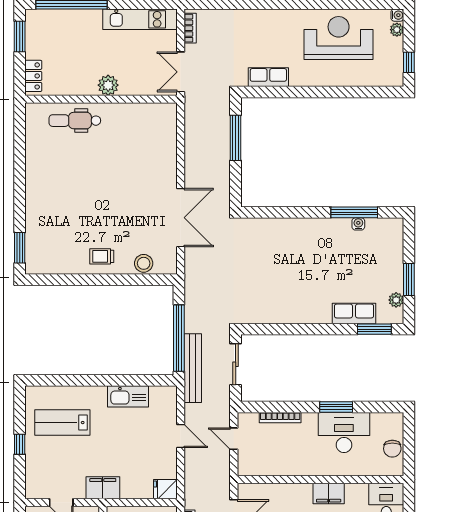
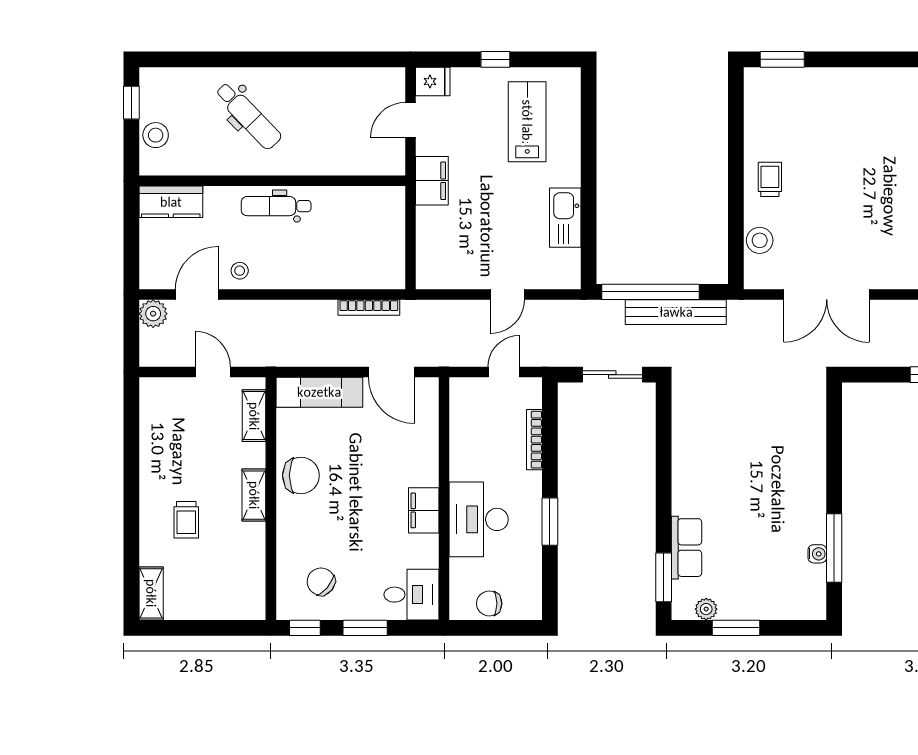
bench: (193, 368) -> (676, 312), moved
desk: (344, 432) -> (479, 519), moved, turned 180
fridge: (165, 489) -> (433, 81), moved, turned 90

